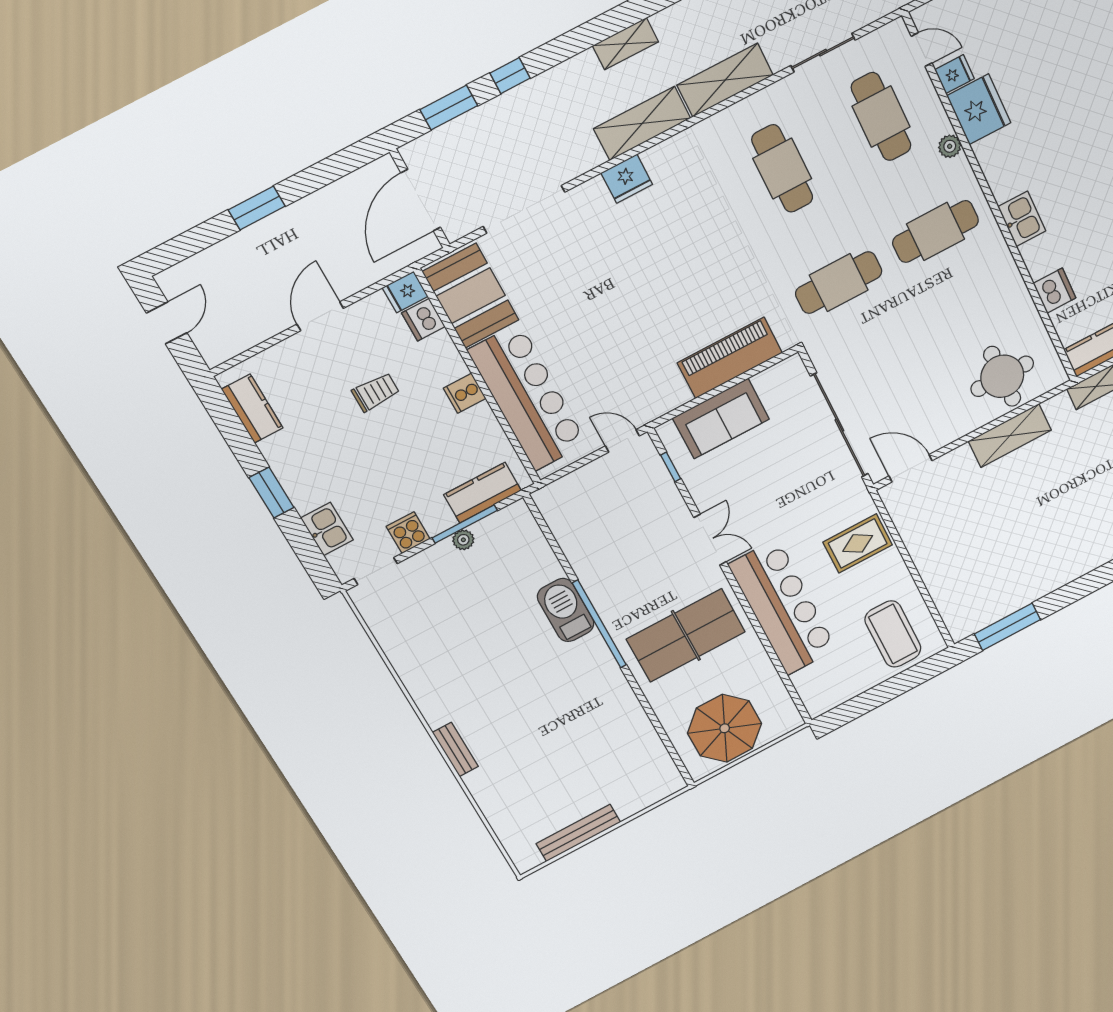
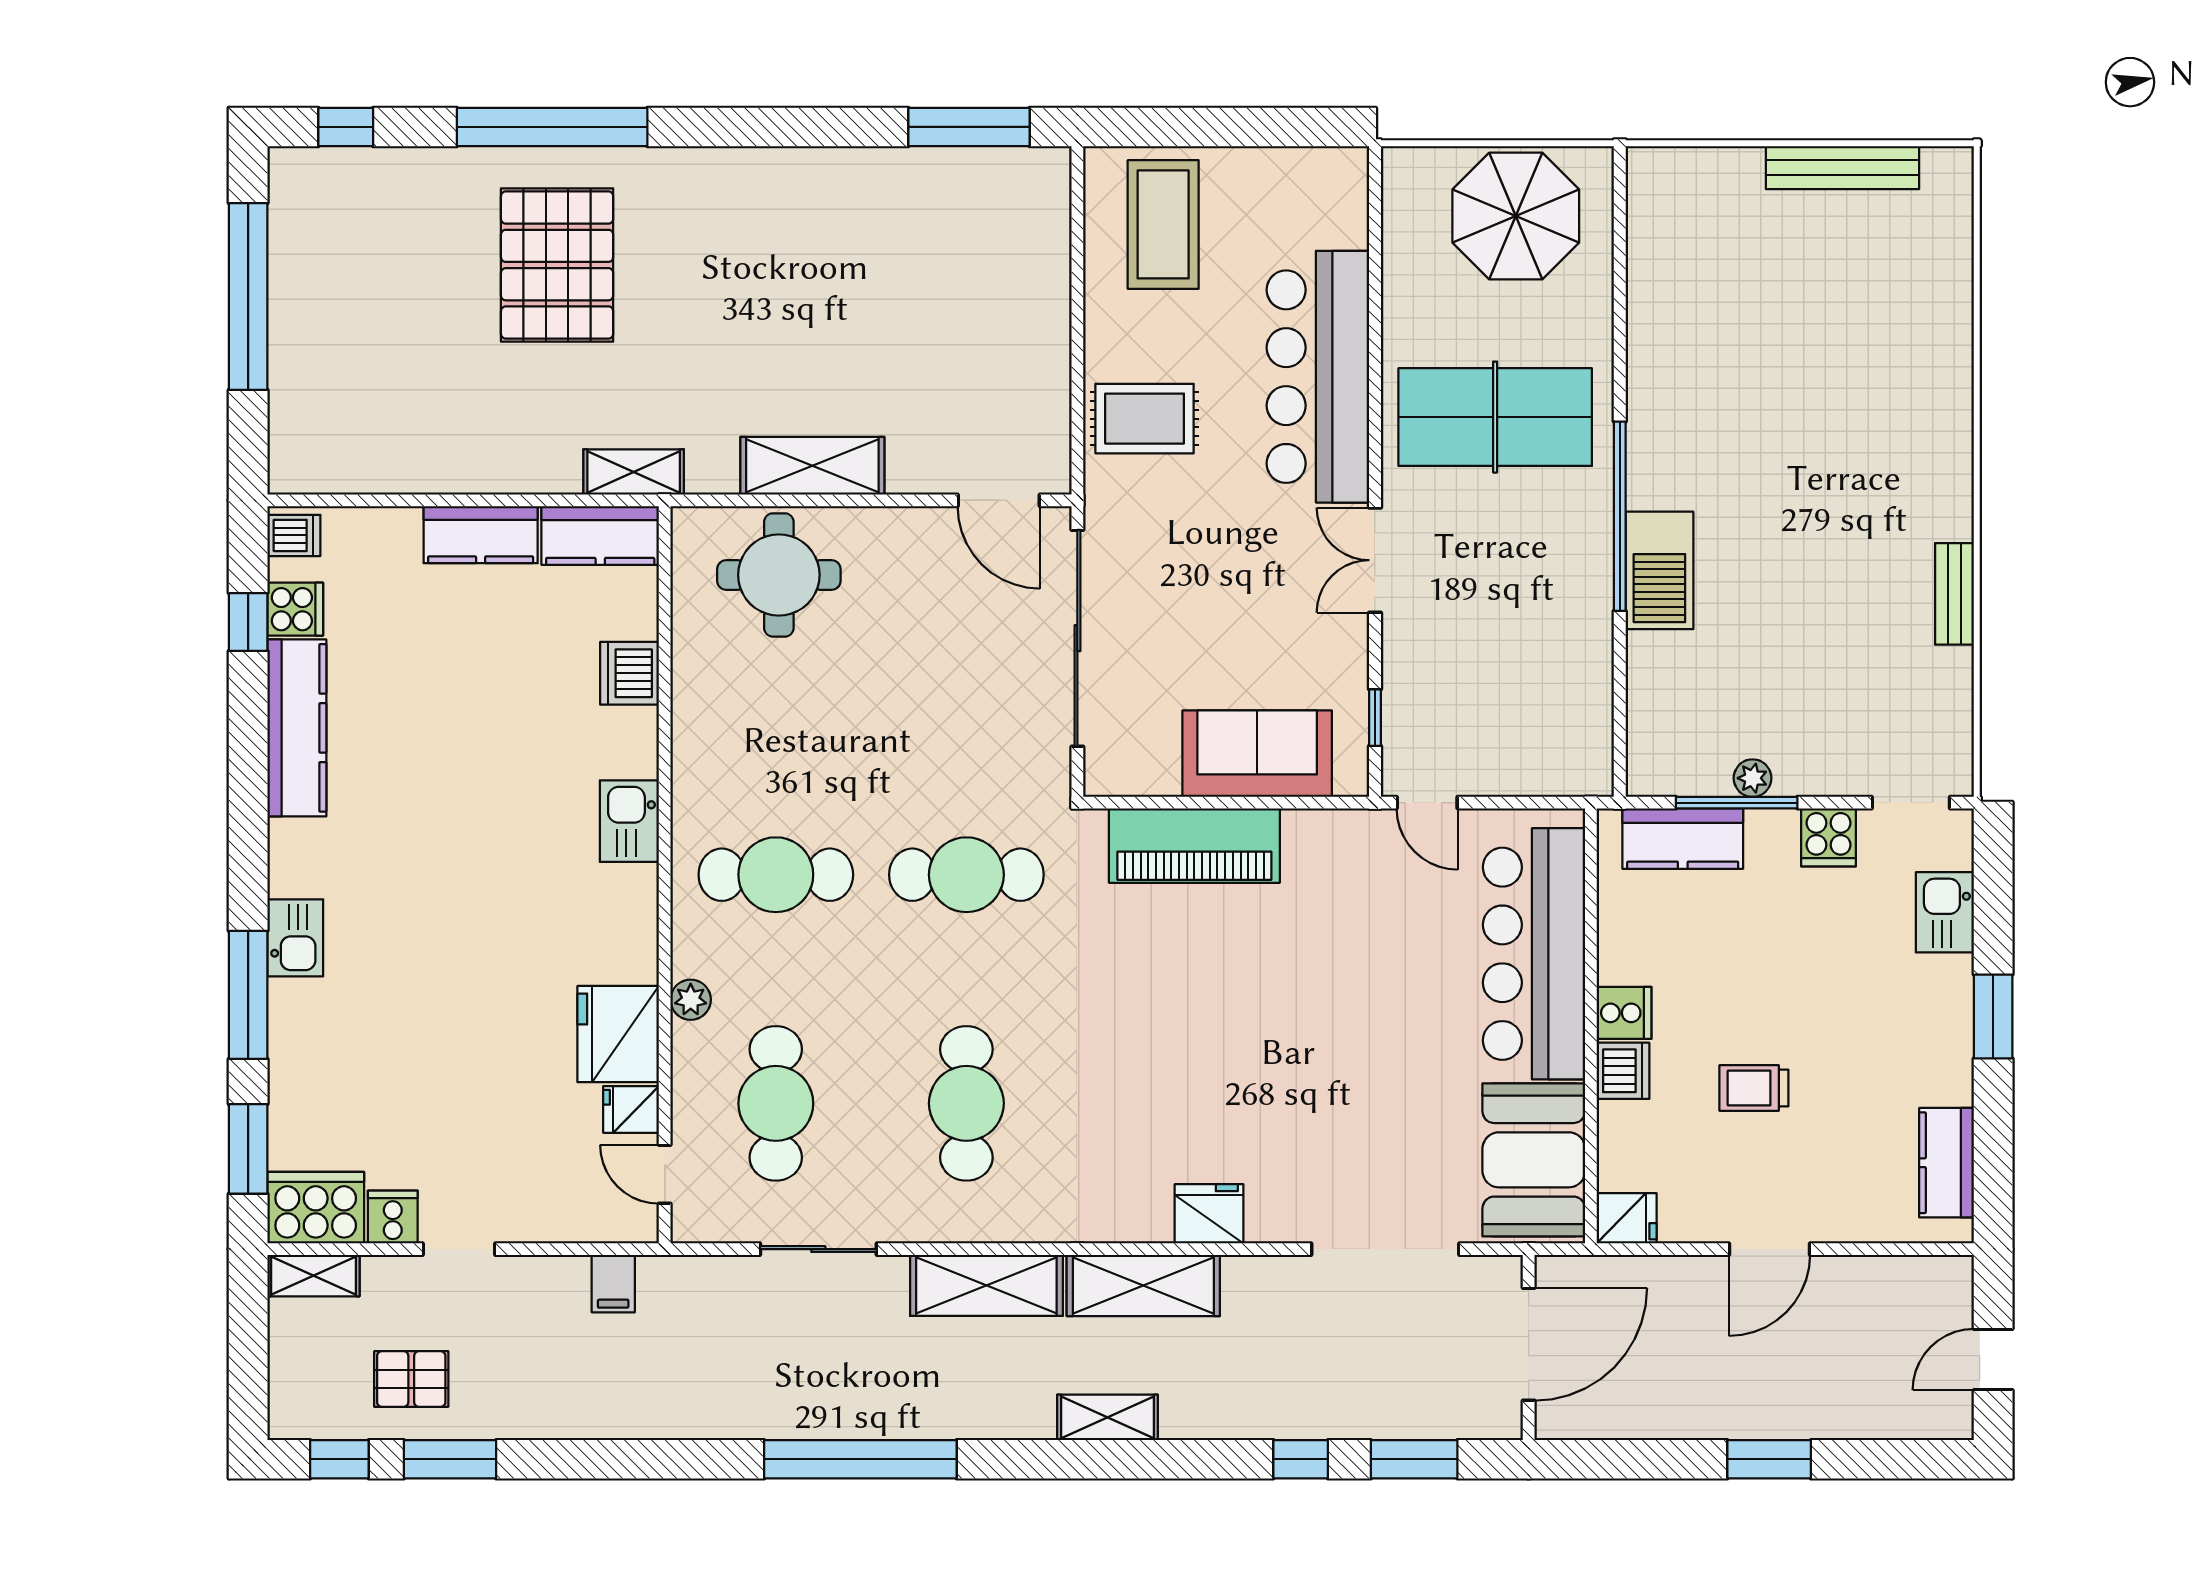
dishwasher: (423, 320) -> (1623, 1071), moved
bench: (455, 749) -> (1955, 594), moved

